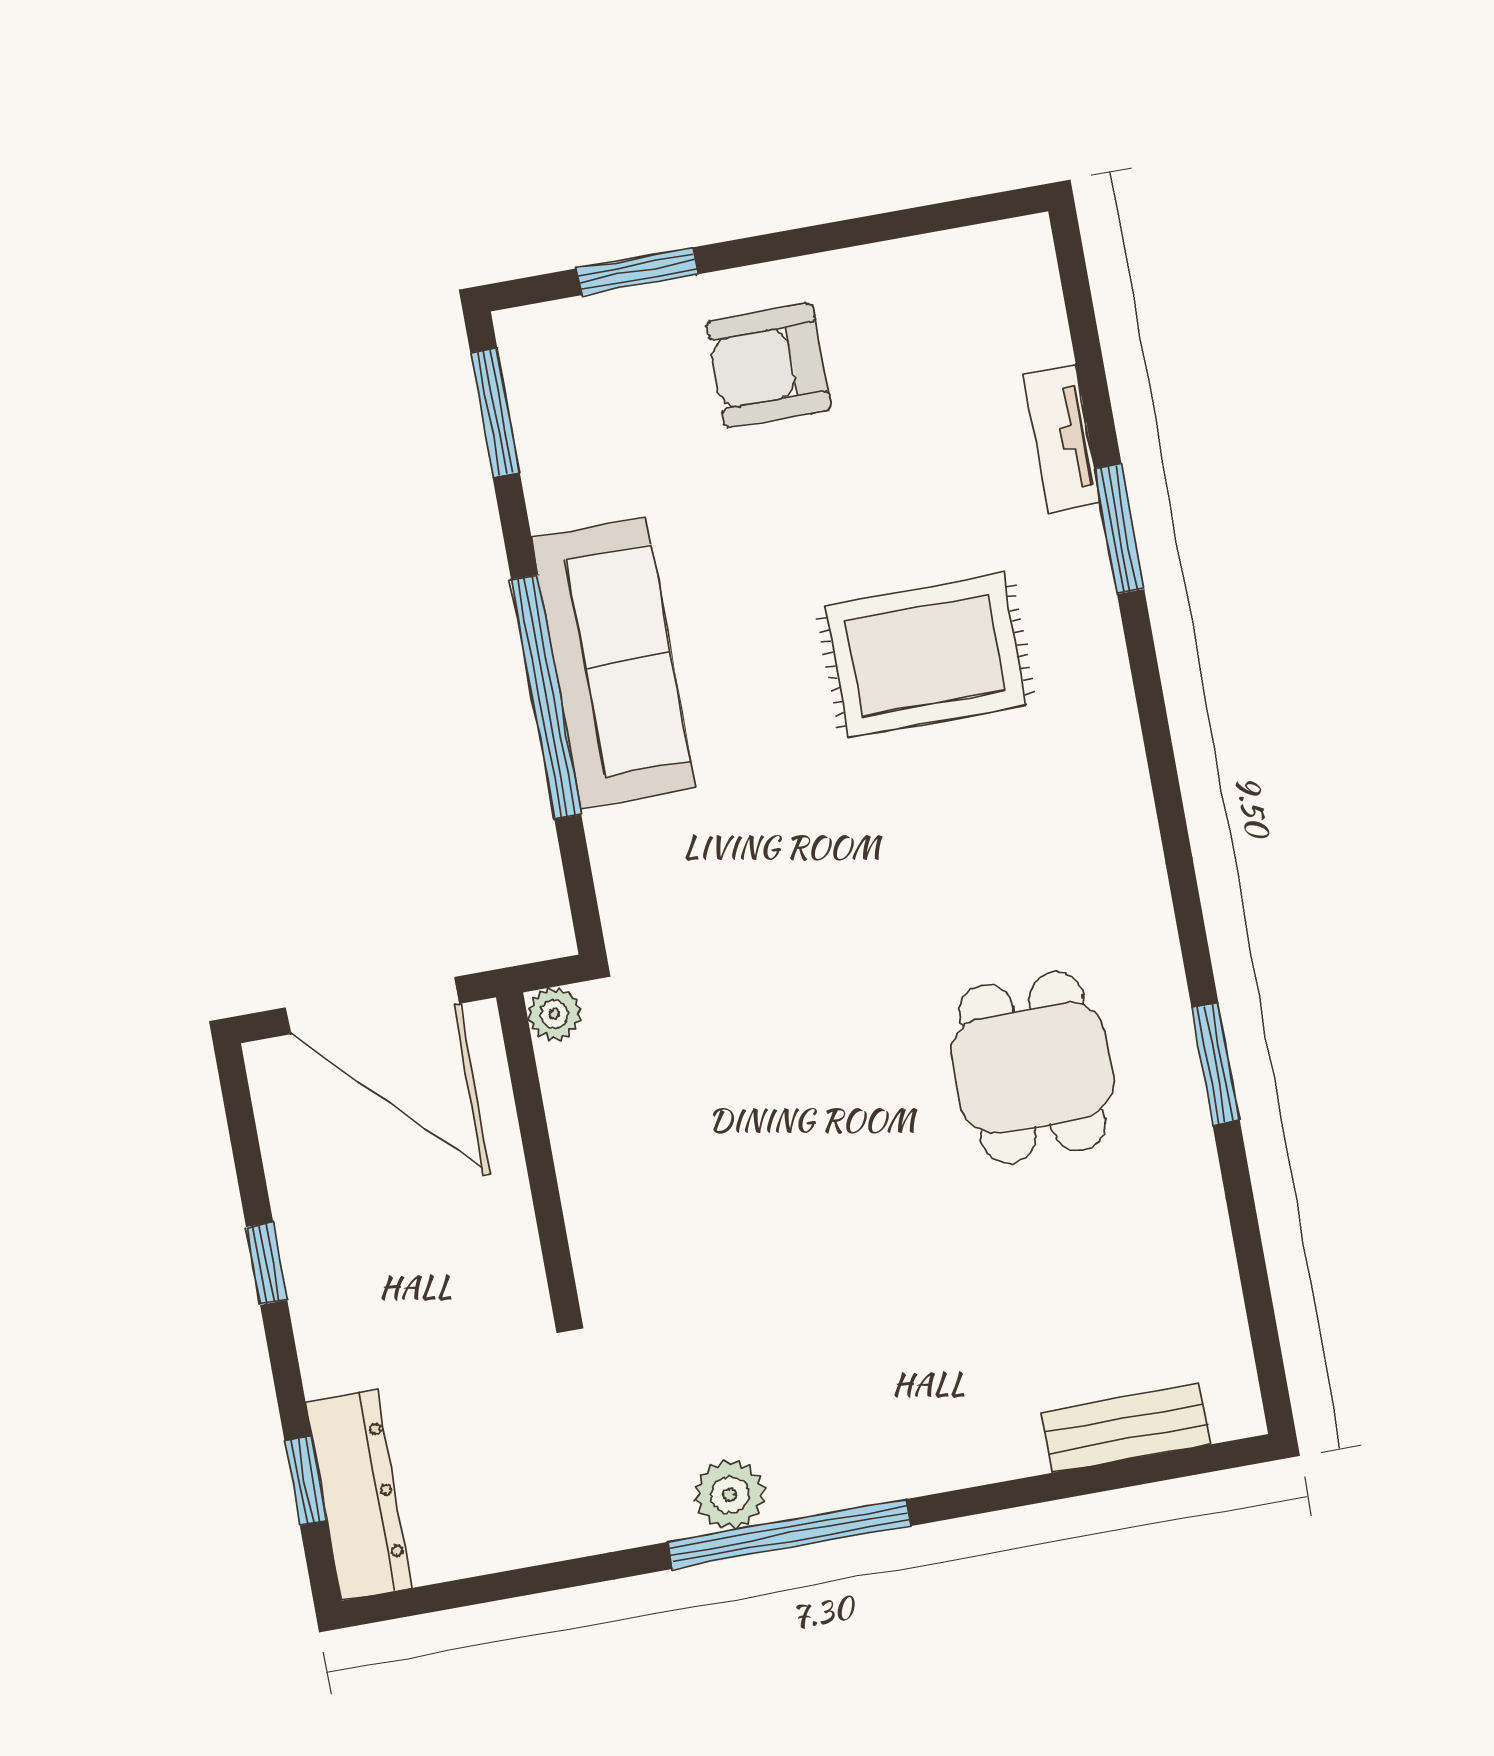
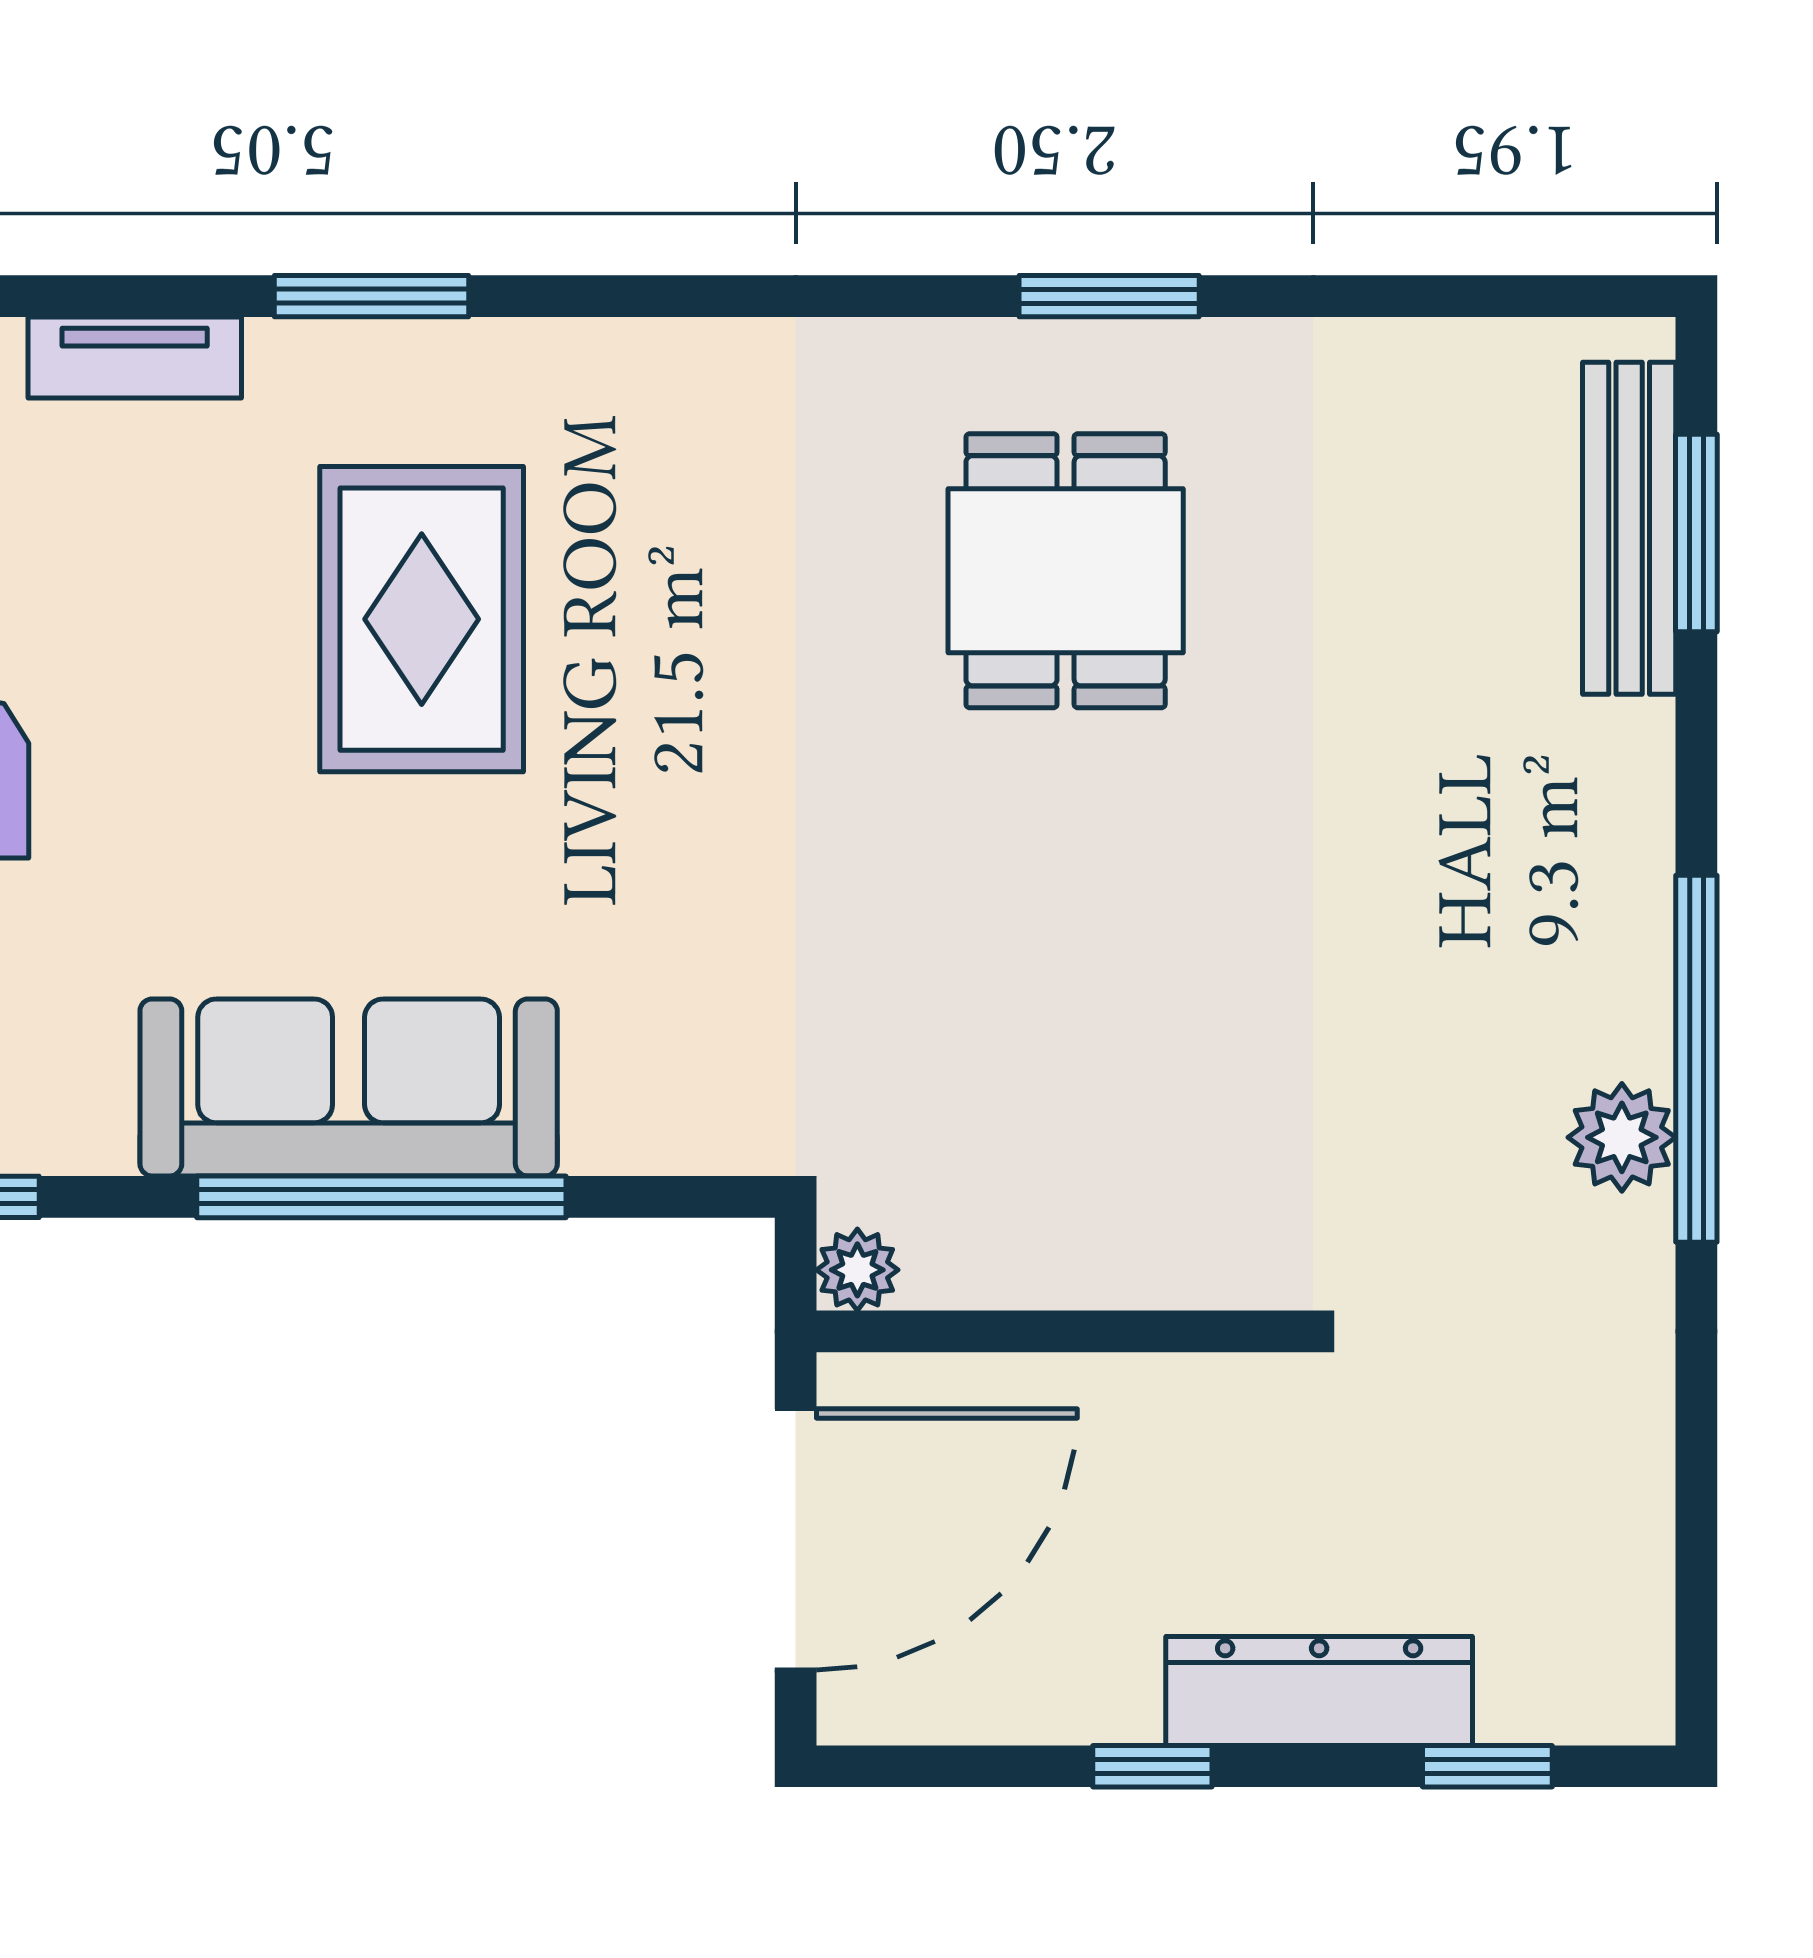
window: (1119, 529) -> (372, 296), moved
dining table: (1032, 1068) -> (1066, 571), turned 90
bench: (1126, 1428) -> (1629, 528), width x1.36
window: (1130, 1473) -> (1696, 533), added
dresser: (359, 1495) -> (1319, 1691), moved

